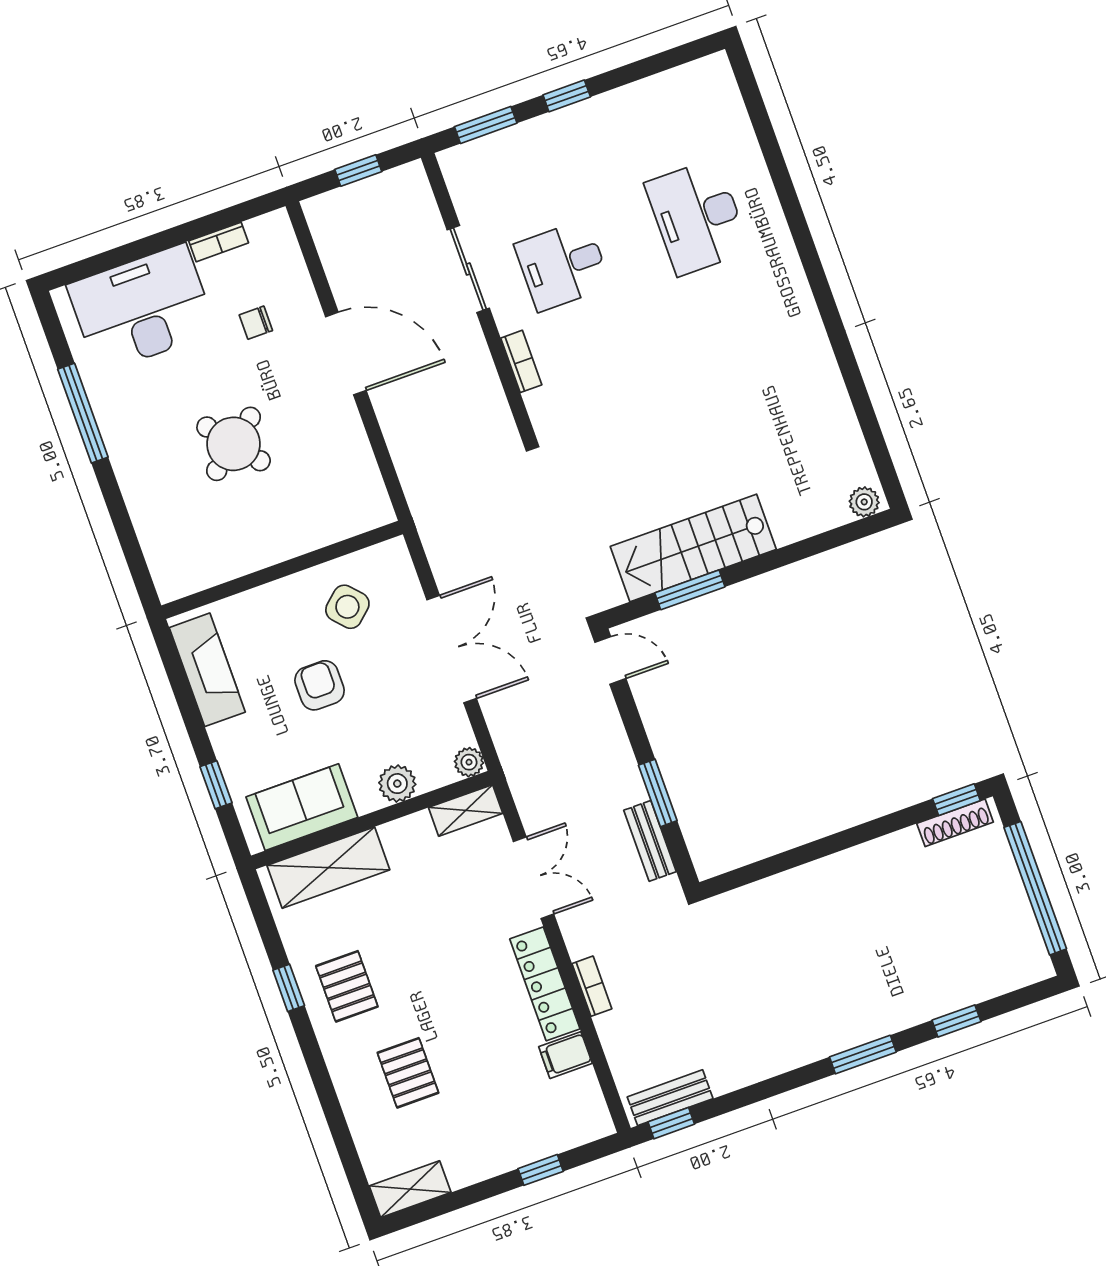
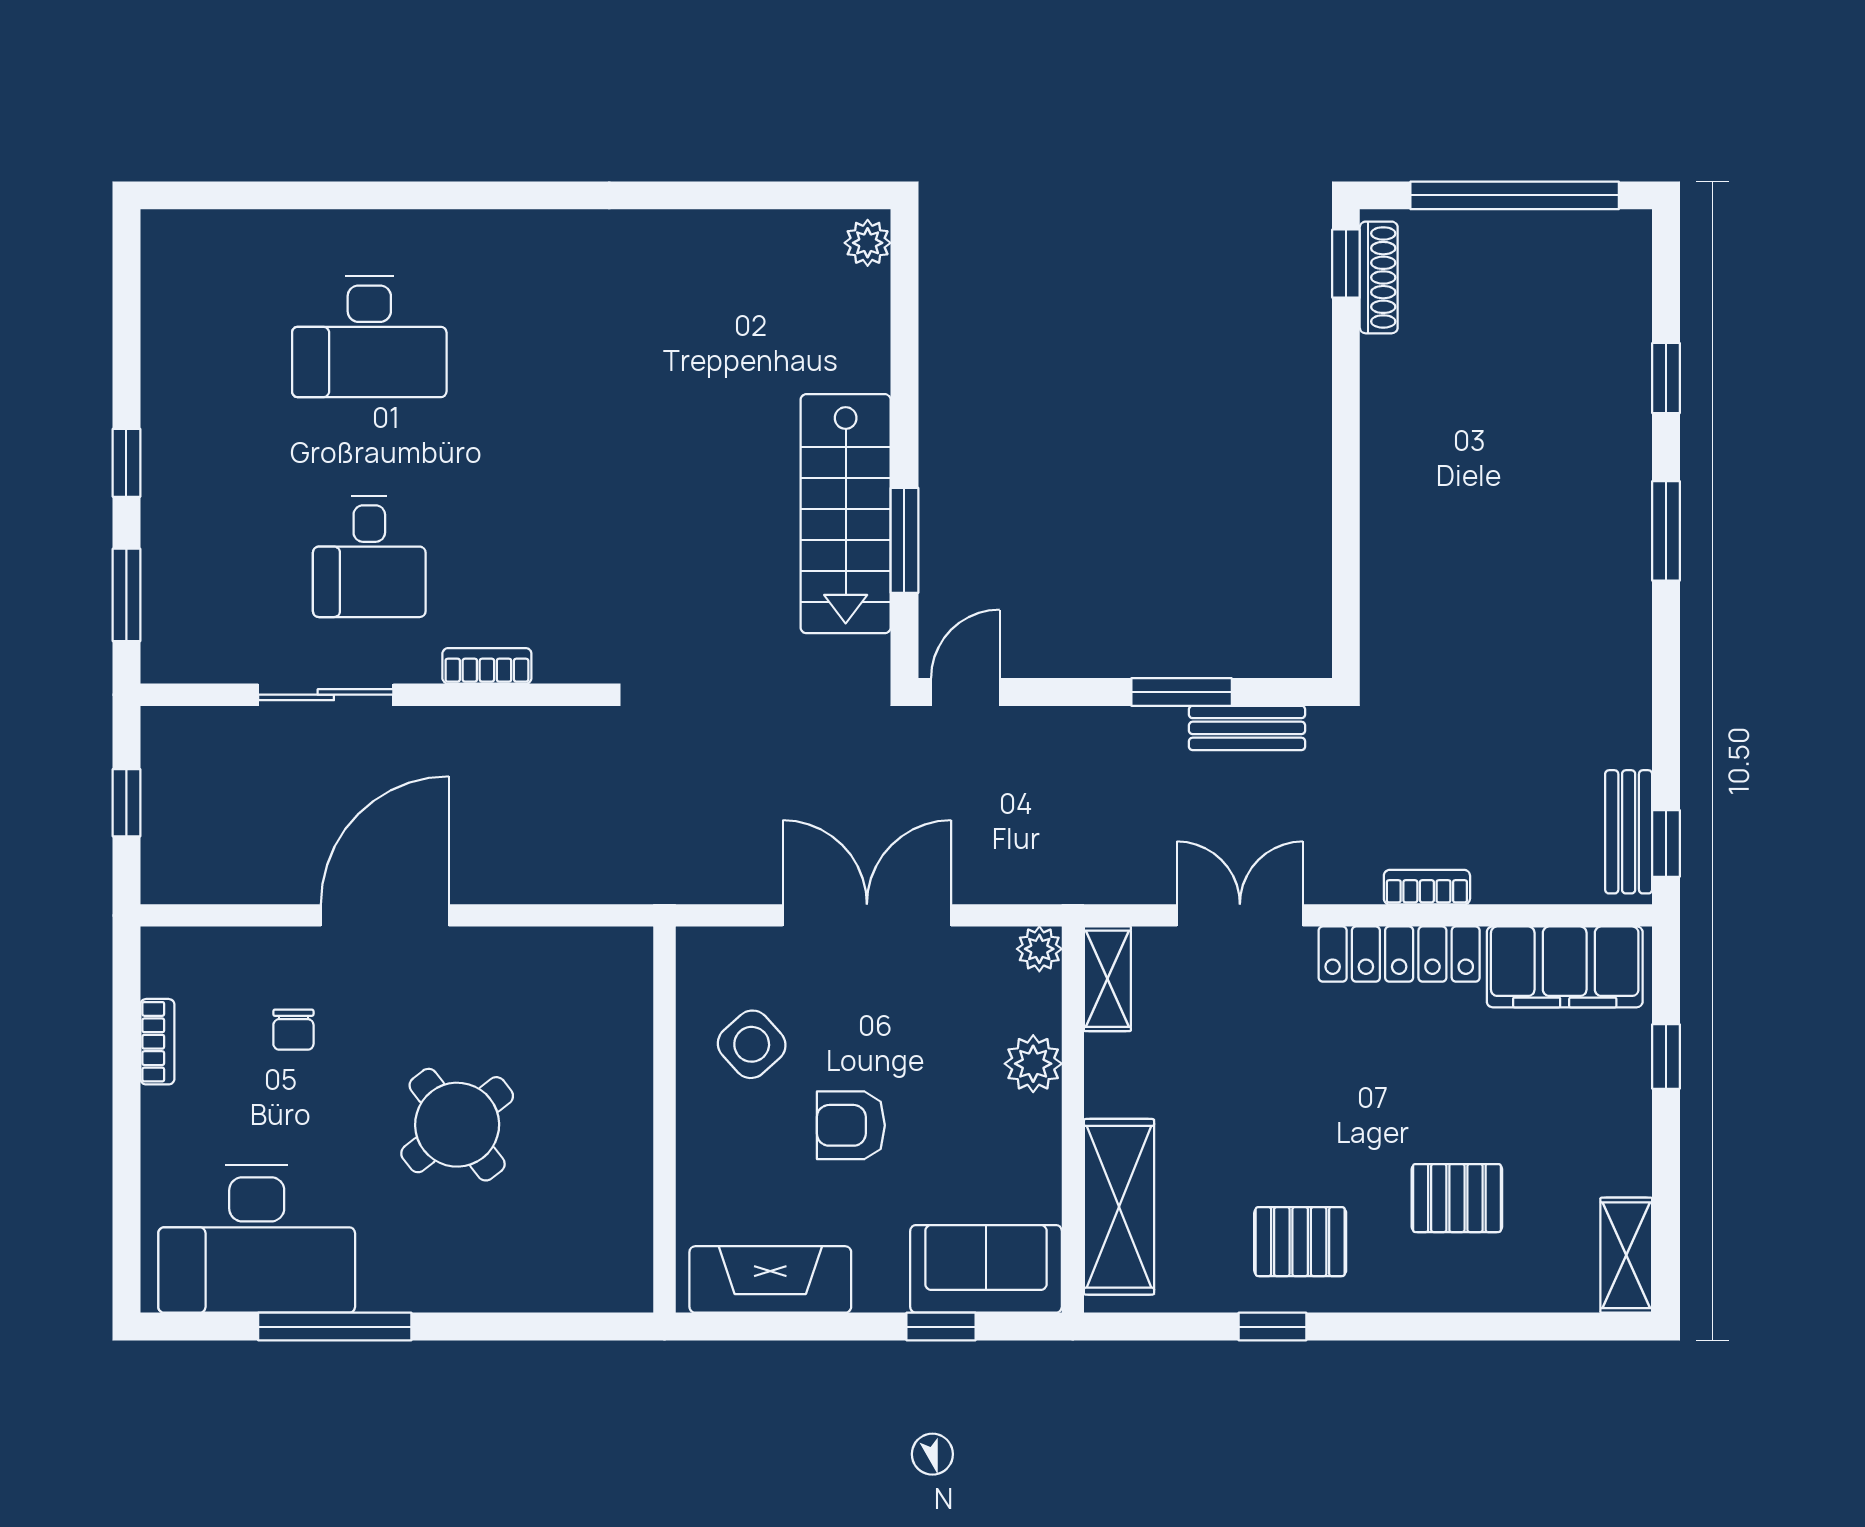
desk: (142, 308) -> (257, 1239), moved, turned -90
sofa: (302, 807) -> (986, 1269), moved, turned 90
filing cabinet: (565, 1055) -> (1565, 967), width x3.00, depth x1.17

